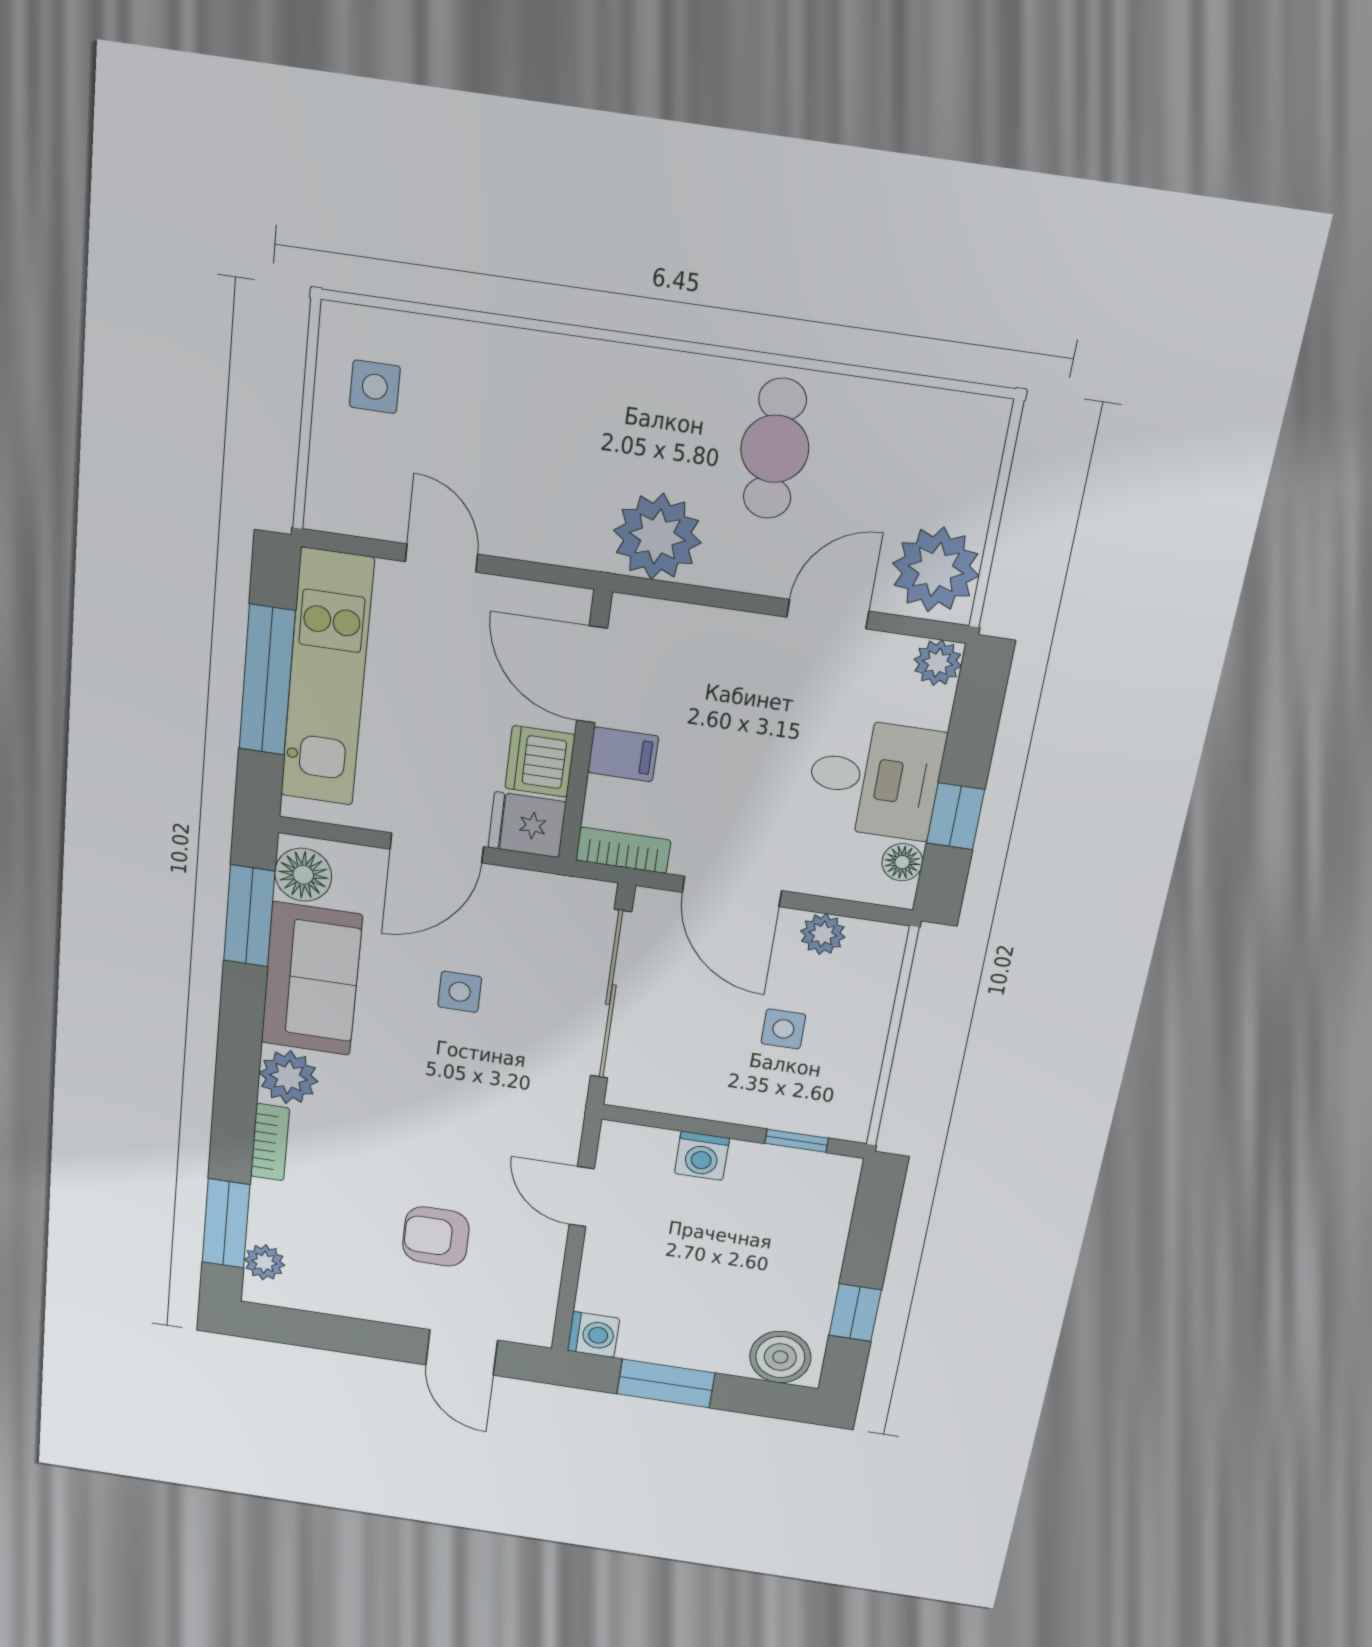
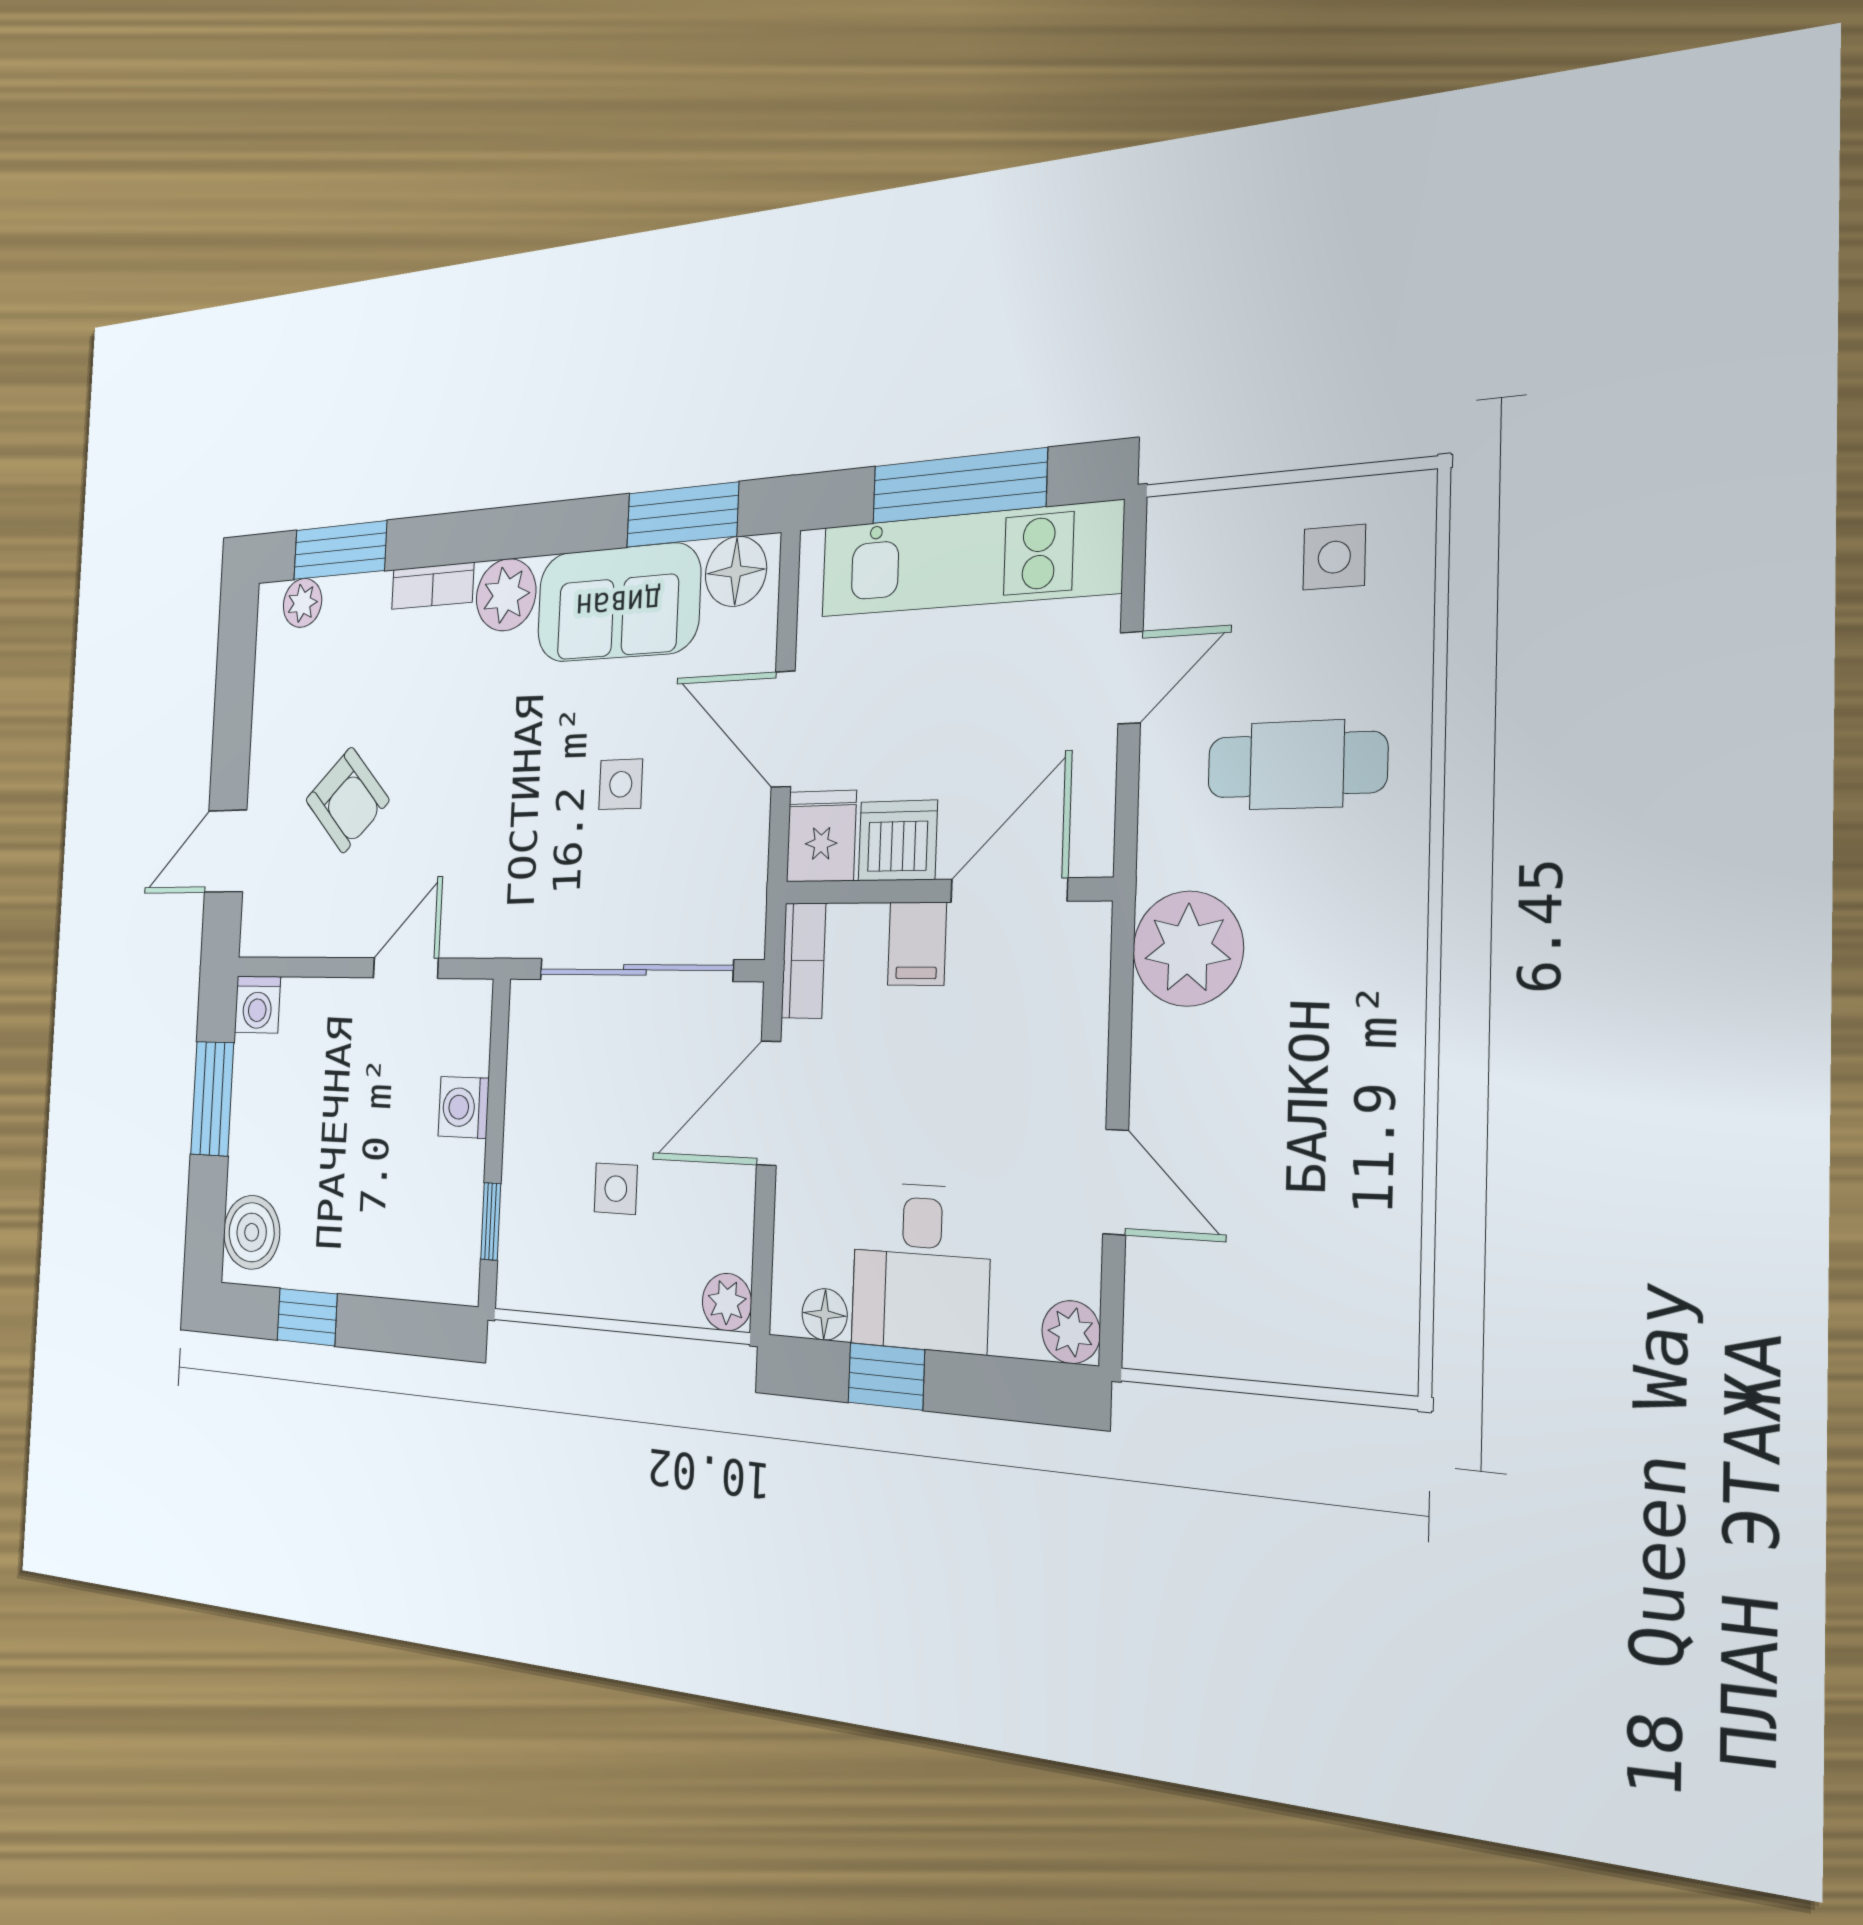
cafe table: (775, 449) -> (1297, 765), moved
plant: (936, 570) -> (1187, 1316), removed
plant: (823, 934) -> (727, 1302), moved
armchair: (436, 1236) -> (347, 800), turned 137

